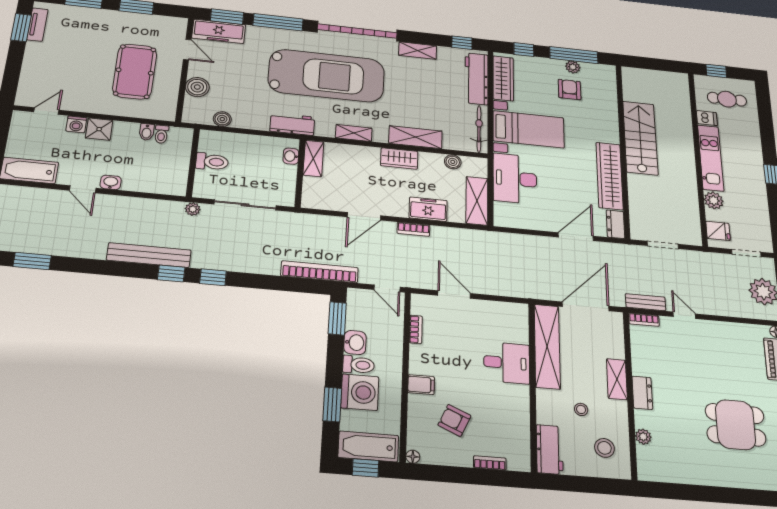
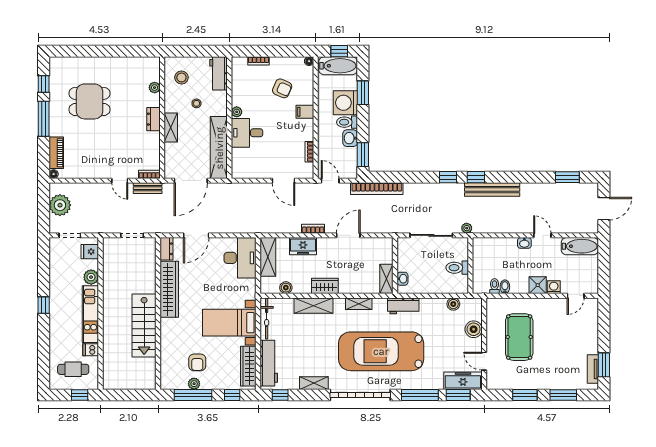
desk: (515, 179) -> (240, 258), moved
plant: (522, 393) -> (237, 112), added

